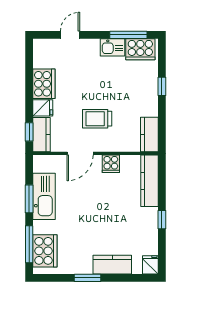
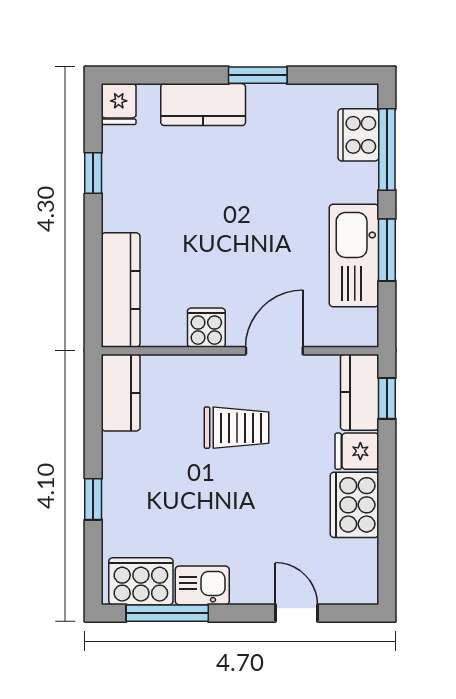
door: (70, 35) -> (296, 613), swing flipped
window: (162, 220) -> (93, 173), moved
cooker: (45, 251) -> (358, 135), width x0.73, depth x0.76

